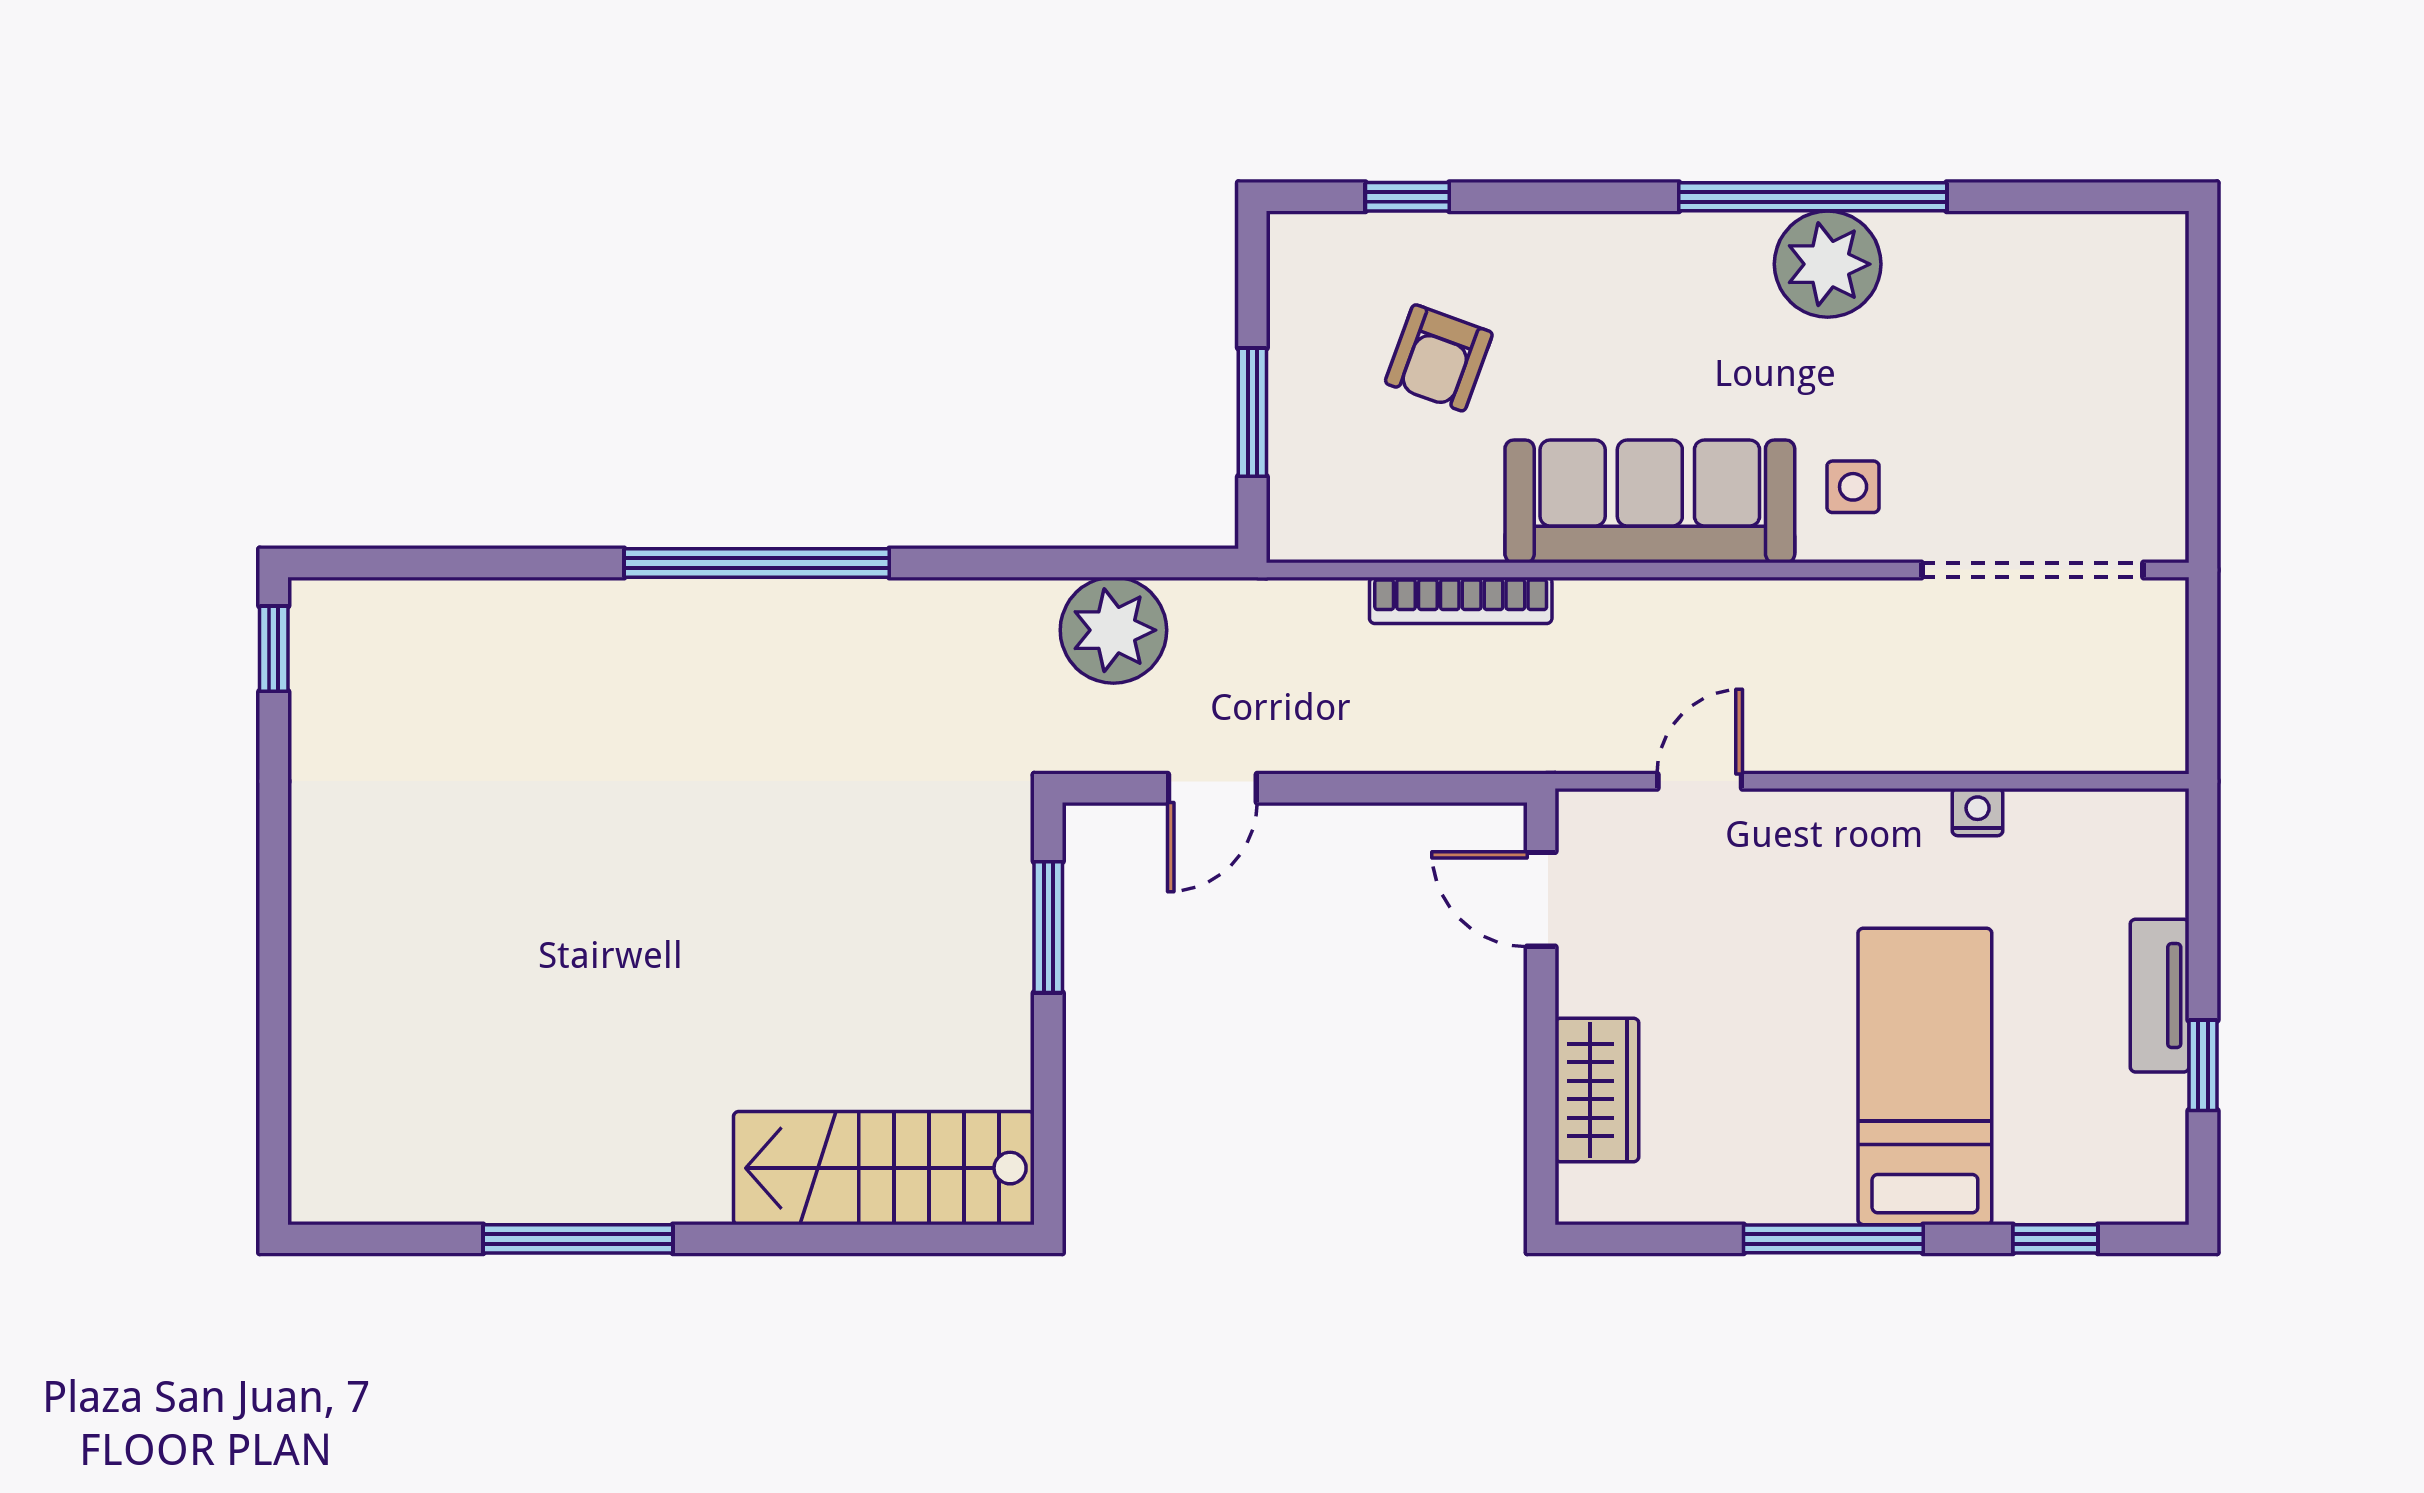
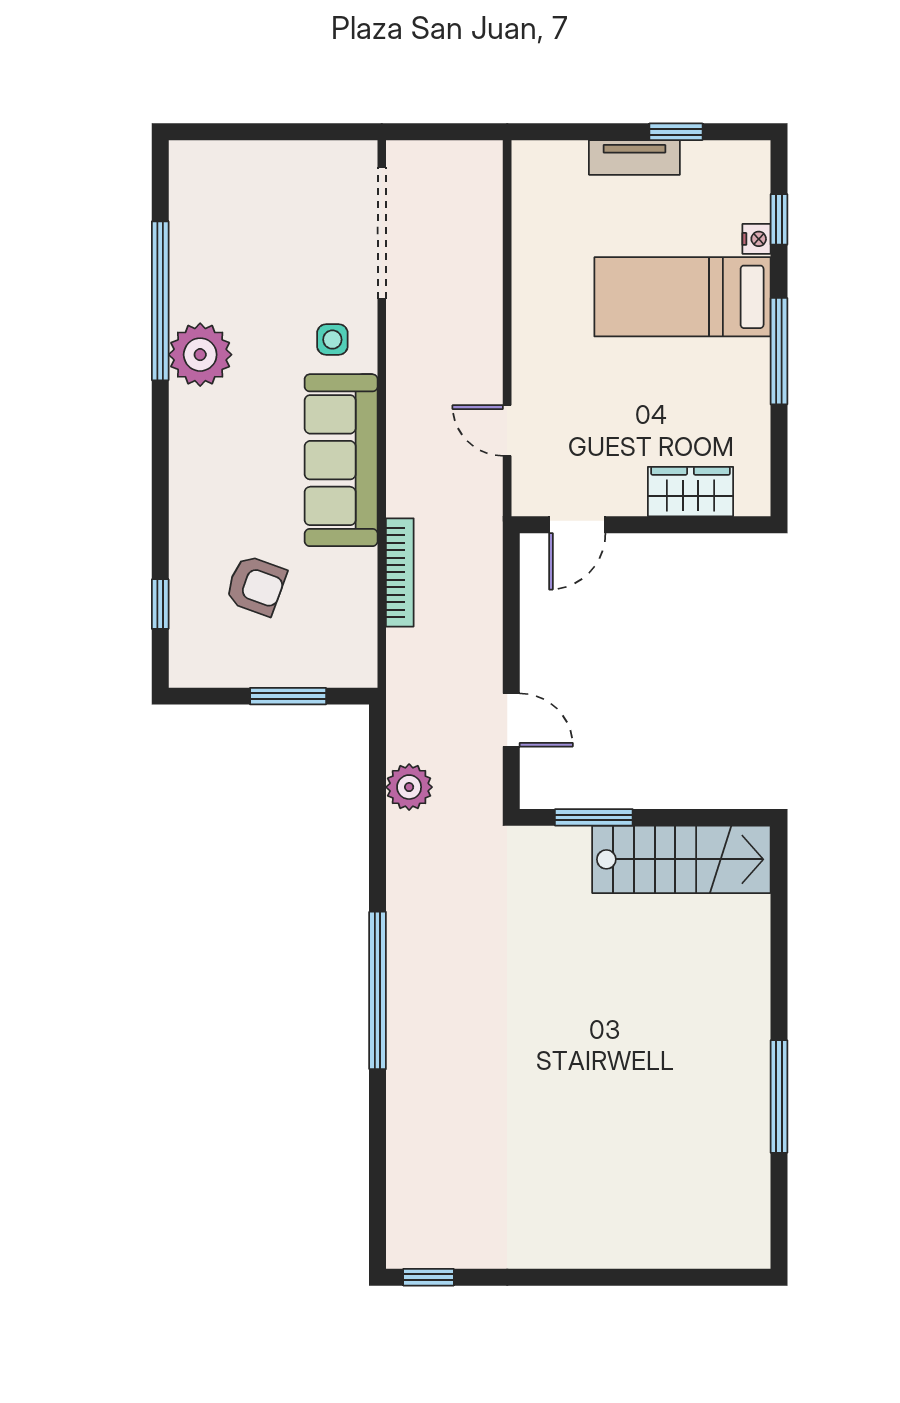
window: (1813, 197) -> (160, 301), moved
plant: (1113, 630) -> (409, 787), width x0.73, depth x0.73
nightstand: (1978, 812) -> (756, 239), moved, turned 180
stairs: (884, 1168) -> (681, 859), moved, turned -90

